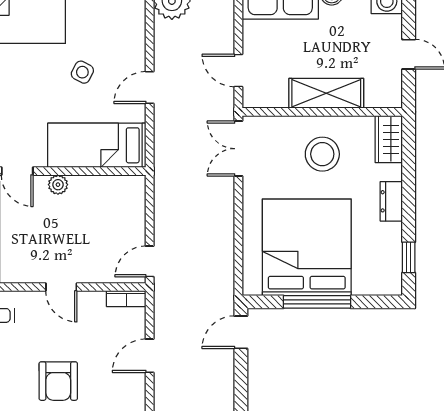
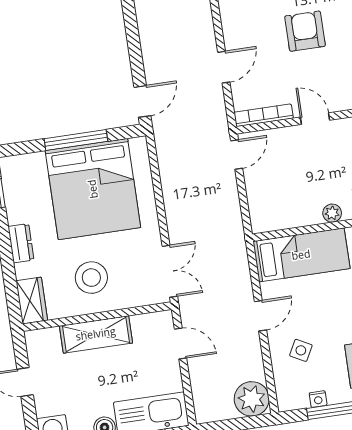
side table: (82, 72) -> (301, 350), moved
bookcase: (126, 299) -> (264, 115), width x1.56

